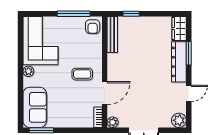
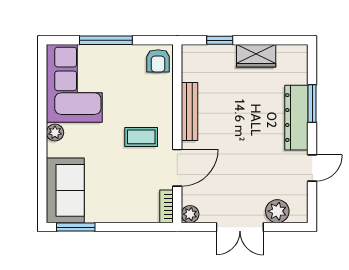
window: (74, 14) -> (106, 40), moved
wardrobe: (179, 28) -> (256, 56), moved, turned -90
bench: (112, 34) -> (189, 112), moved
plant: (179, 120) -> (277, 211), moved

